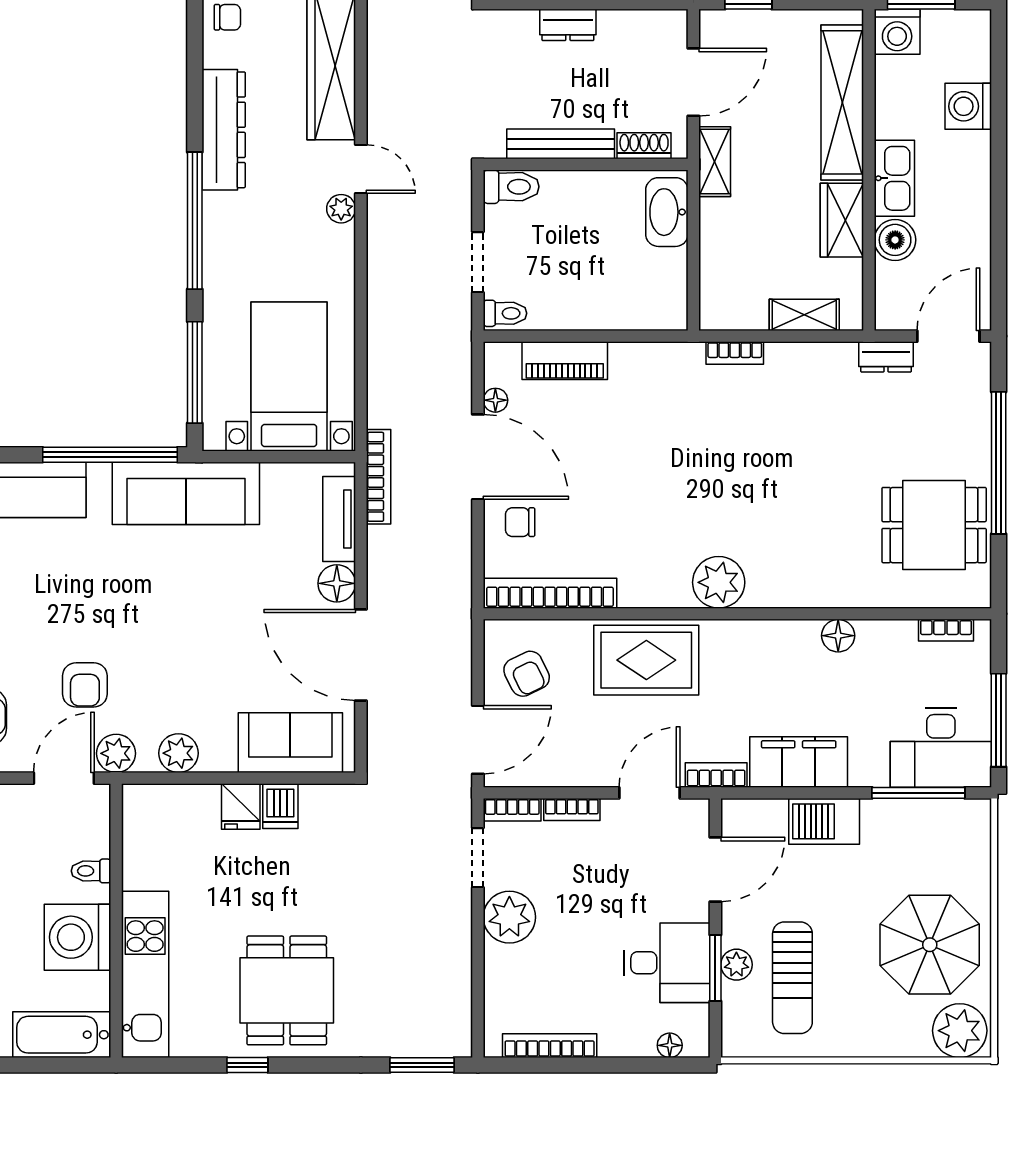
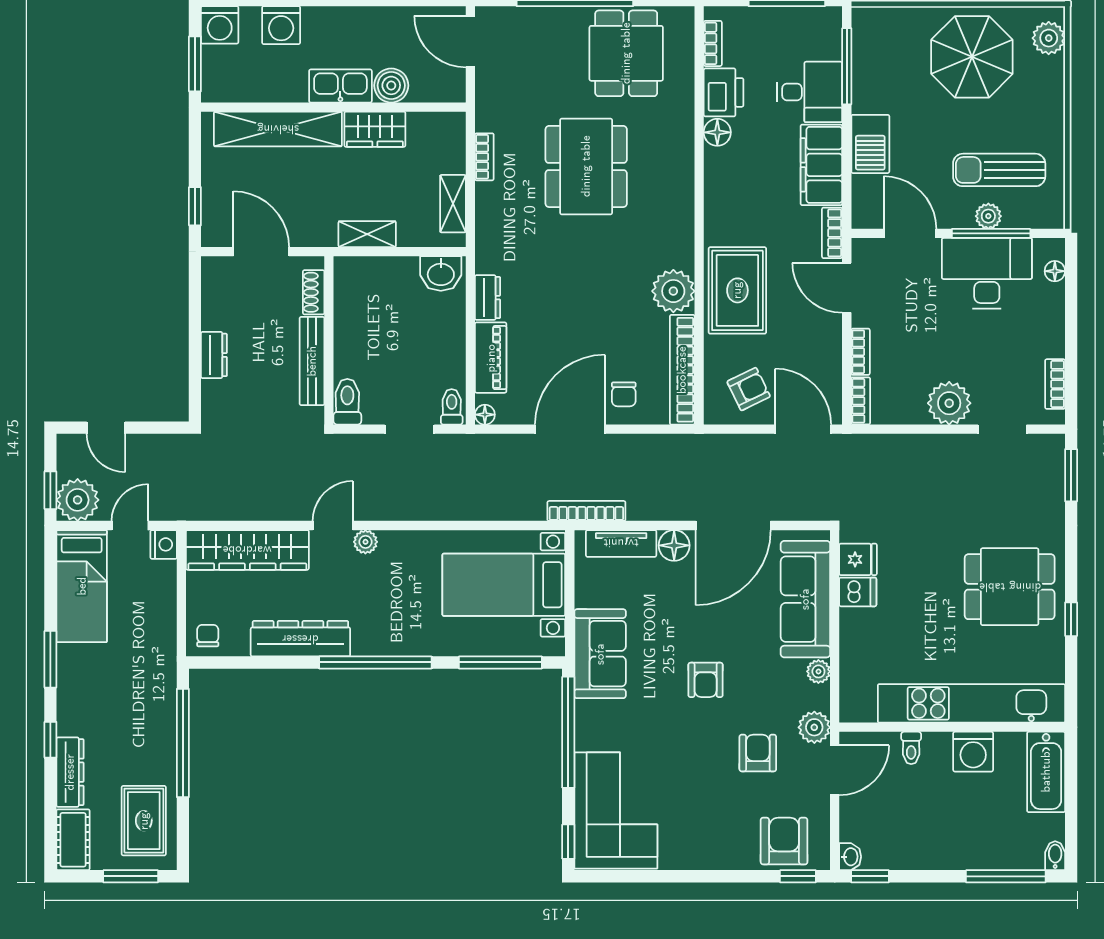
washing machine: (897, 32) -> (220, 25), moved, turned 90
shelving: (715, 162) -> (367, 234), moved
washbasin: (667, 212) -> (441, 273), moved, width x0.72
shelving: (804, 315) -> (453, 204), moved
bookcase: (735, 353) -> (484, 157), moved
dresser: (886, 357) -> (488, 298), moved
floor lamp: (495, 400) -> (485, 415), moved
dining table: (797, 477) -> (586, 166), added
sofa: (186, 493) -> (600, 654), width x0.73
plant: (719, 582) -> (673, 291), moved
armchair: (174, 621) -> (706, 680), added
printer: (887, 643) -> (724, 92), added
armchair: (85, 685) -> (758, 753), turned -90
sofa: (290, 743) -> (805, 599), width x1.36
desk: (941, 748) -> (810, 92), moved, width x0.73
plant: (178, 753) -> (818, 671), width x0.73, depth x0.73
door: (64, 778) -> (835, 770), swing flipped
fridge: (241, 806) -> (858, 559), moved
doorway: (478, 858) -> (1002, 429), moved
washing machine: (78, 937) -> (973, 752), width x0.73, depth x0.73
desk: (667, 963) -> (987, 273), width x1.37
window: (715, 968) -> (991, 233), width x1.44
kitchen unit: (145, 974) -> (971, 703), width x1.36
sun lounger: (792, 978) -> (999, 170), turned 180
plant: (960, 1031) -> (1049, 38), width x0.73, depth x0.73
bookcase: (550, 1046) -> (1055, 384), width x0.64

